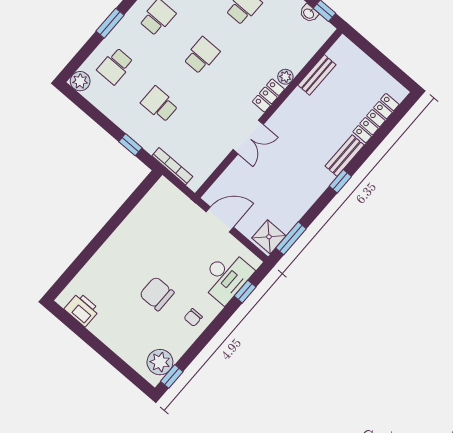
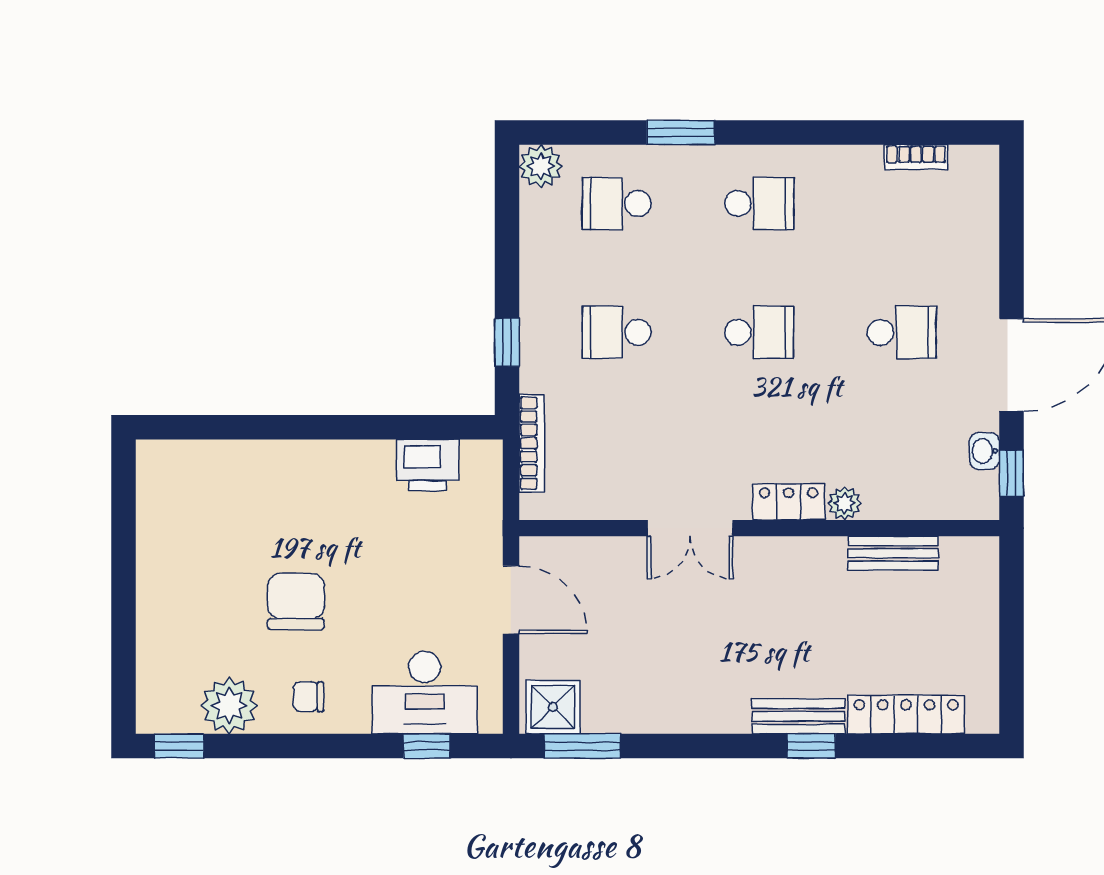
school desk: (159, 104) -> (617, 332), turned -90
window: (340, 181) -> (811, 746), moved
printer: (82, 310) -> (428, 465), moved, turned 90
plant: (160, 362) -> (229, 706), moved

